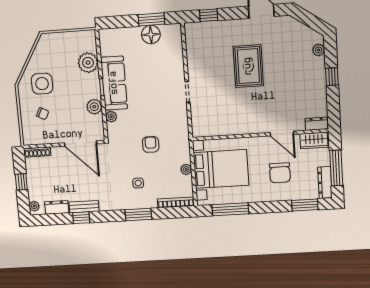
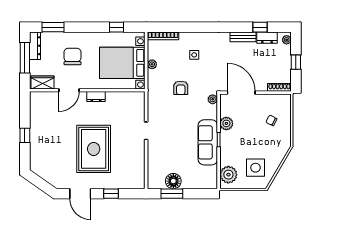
window: (209, 15) -> (111, 194), moved
plant: (319, 50) -> (35, 158), removed
plant: (88, 63) -> (228, 175), moved
rug: (248, 66) -> (94, 149), width x1.37, depth x1.44
side table: (42, 84) -> (255, 168), moved
plant: (111, 117) -> (213, 99), moved
dresser: (316, 124) -> (96, 97), moved
door: (282, 133) -> (69, 90), swing flipped
window: (230, 209) -> (117, 27), width x0.46
window: (138, 214) -> (196, 27), removed
window: (81, 218) -> (260, 27), moved

